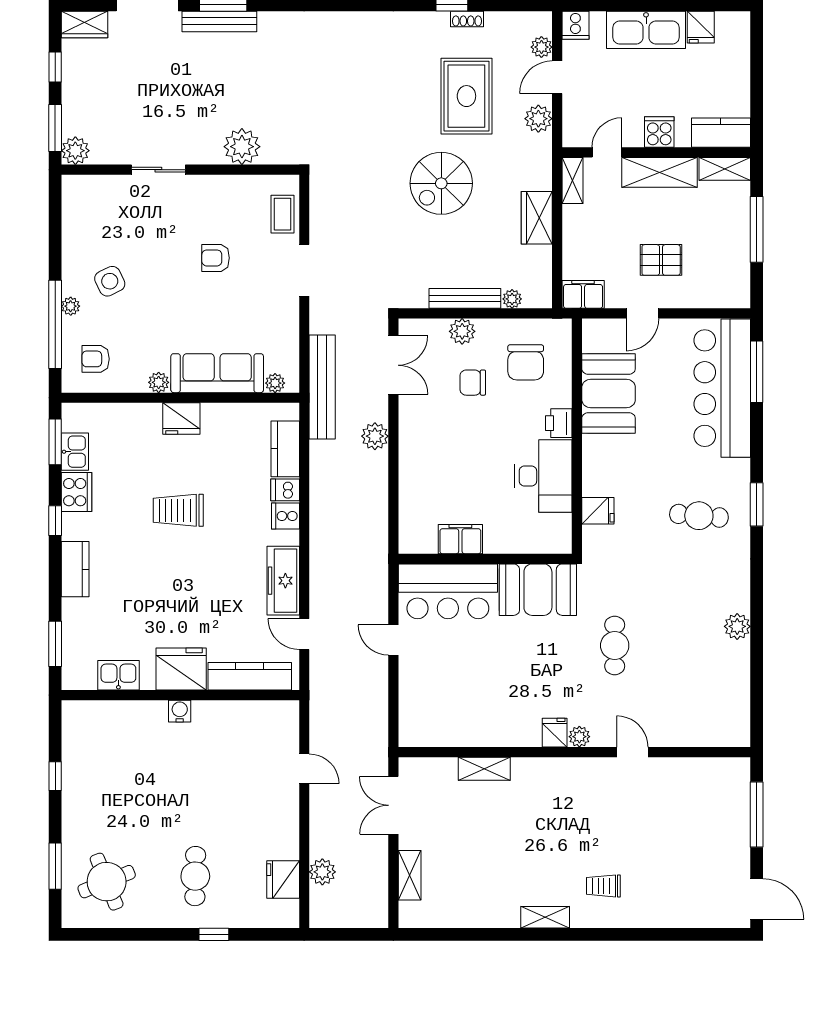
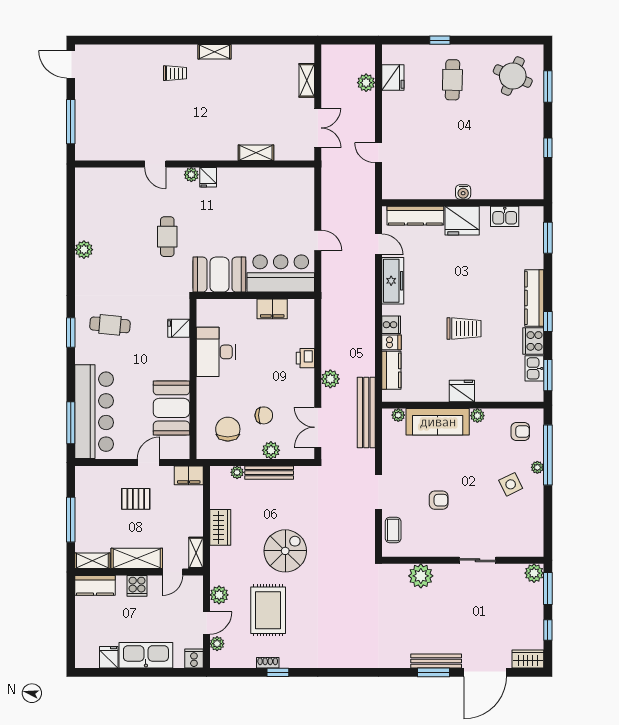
printer: (559, 423) -> (305, 358), moved, turned 180
kitchen counter: (75, 569) -> (534, 298), width x1.50
round table: (107, 882) -> (513, 76), turned 45

